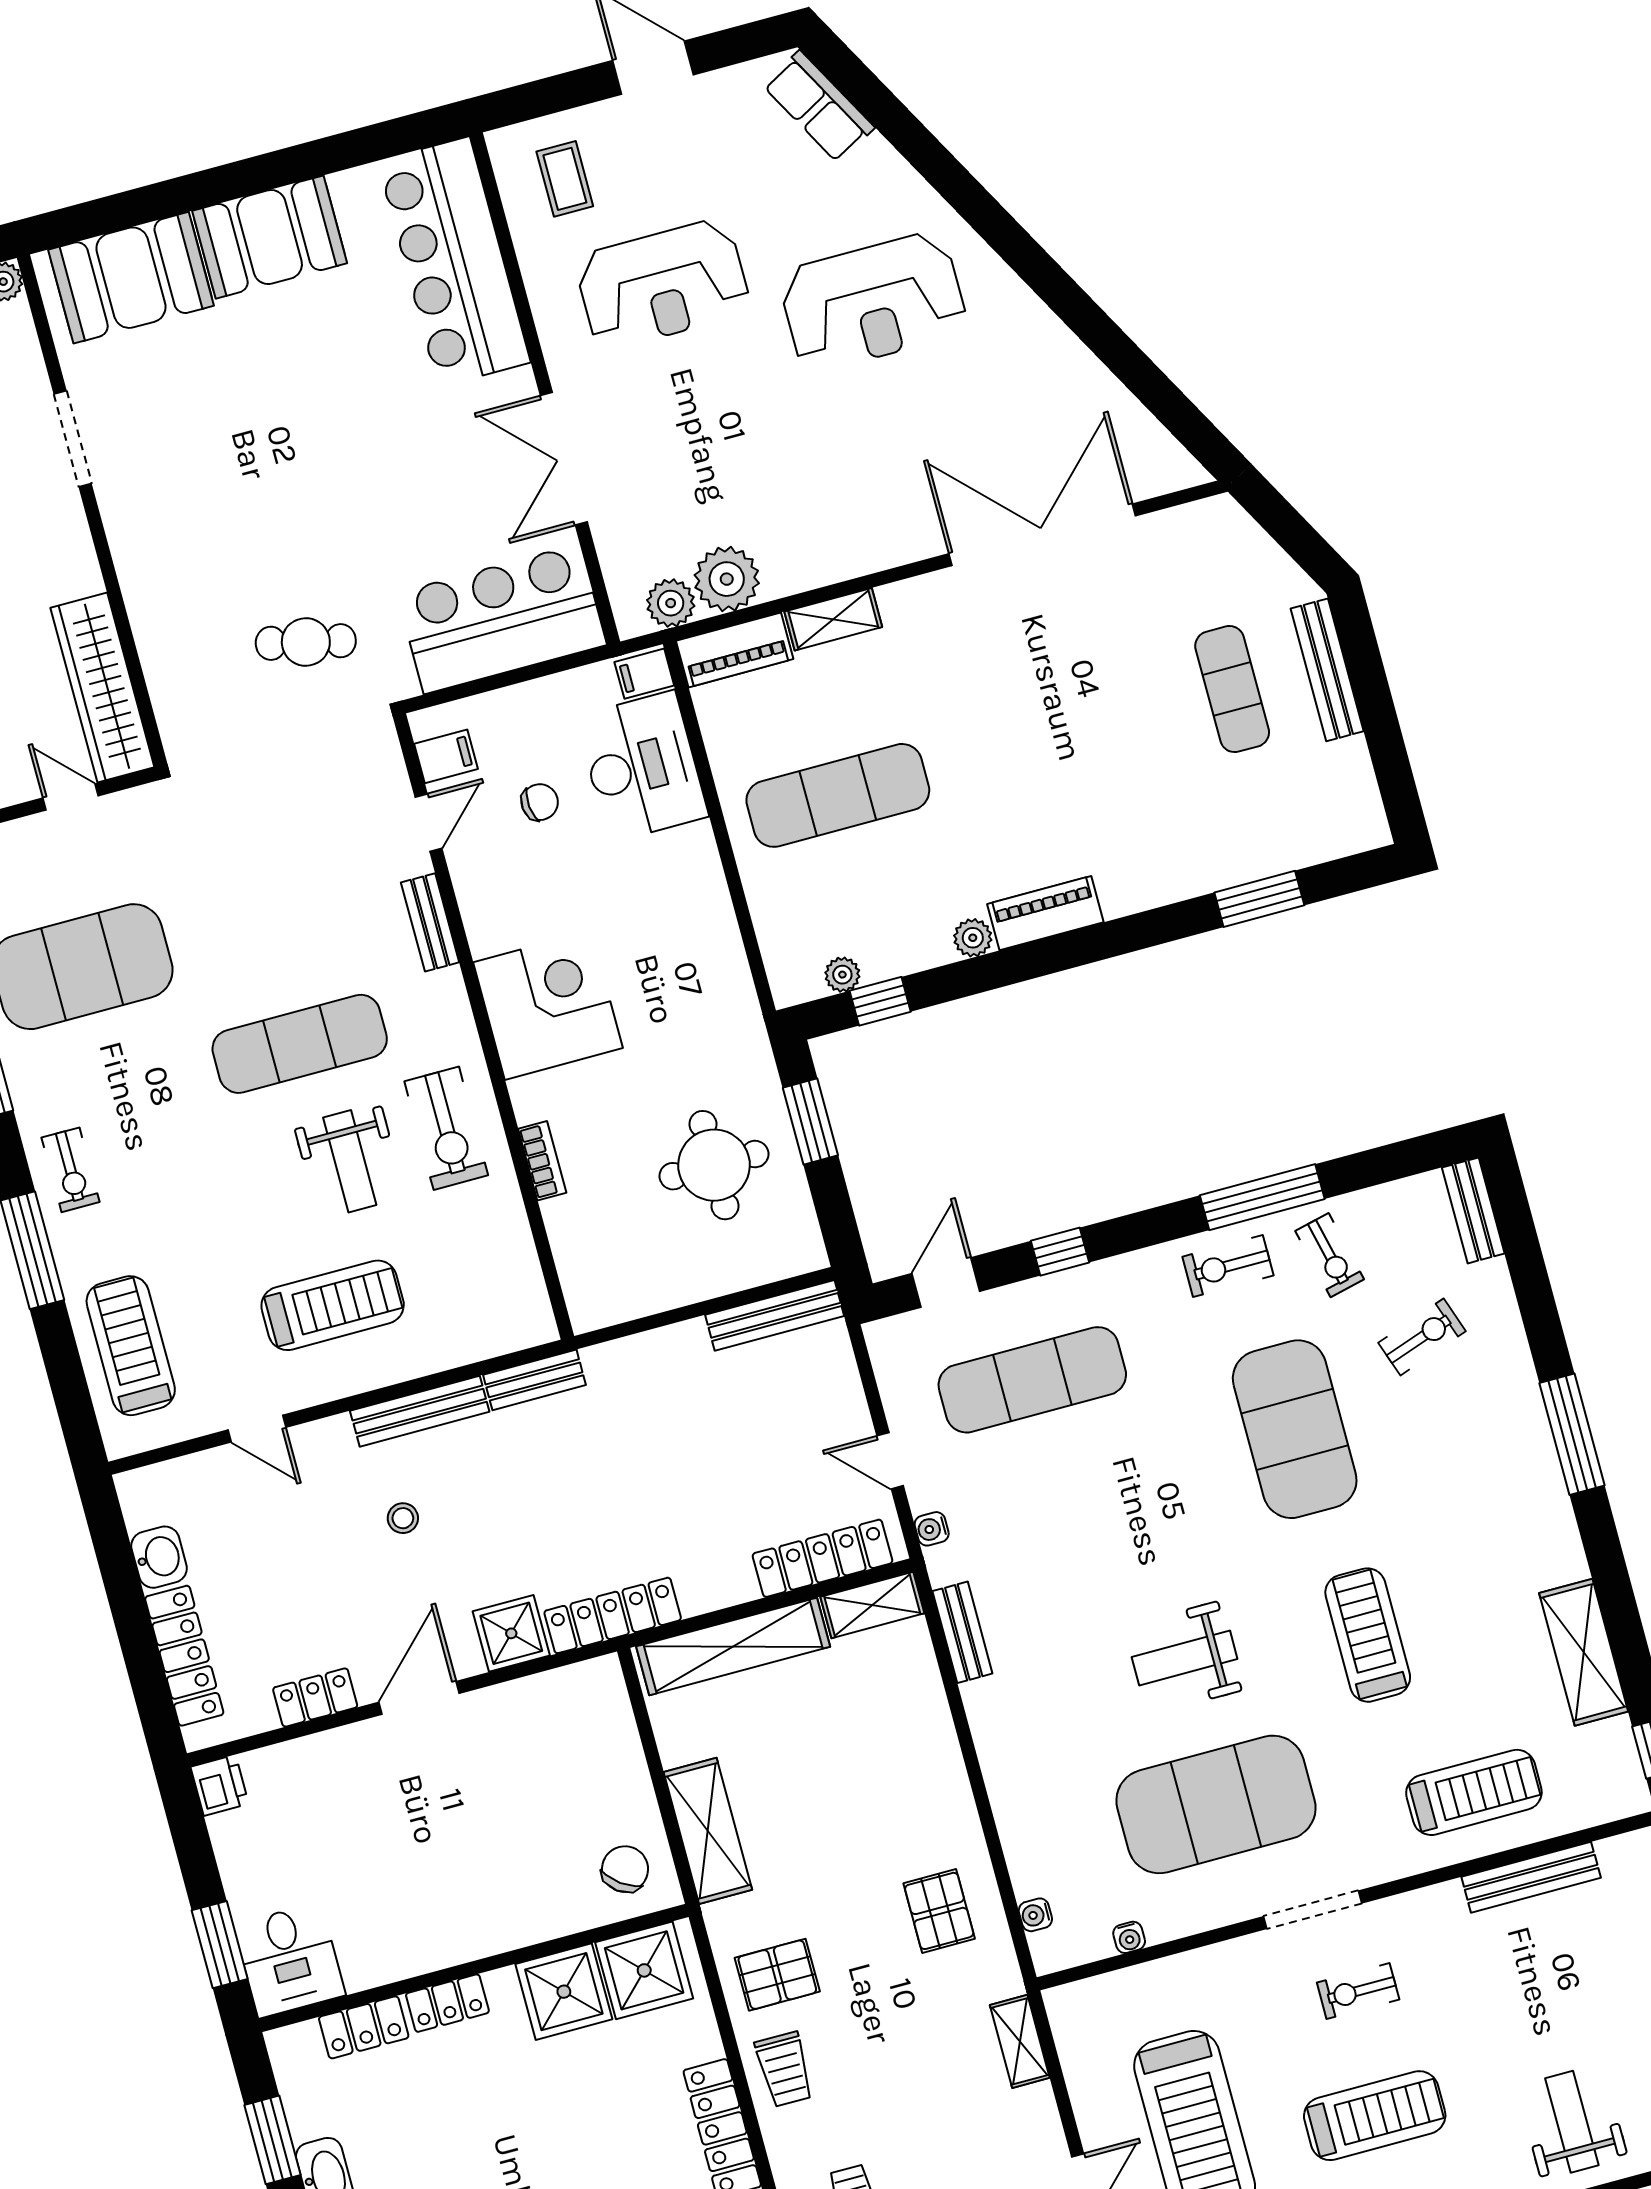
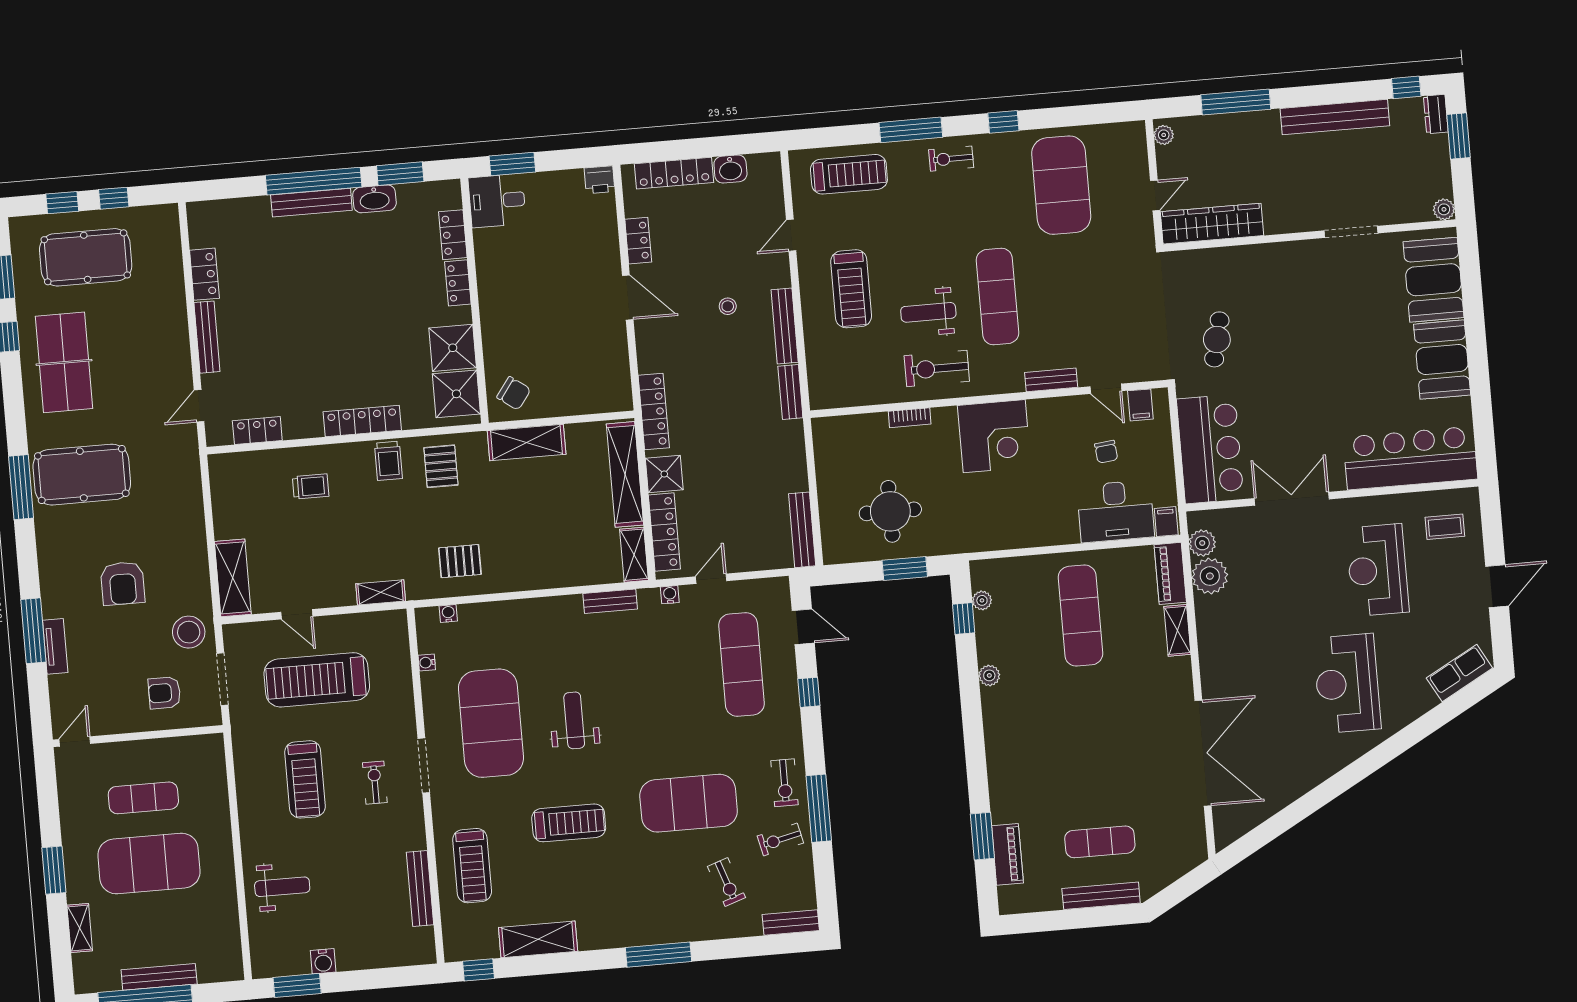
piano: (1045, 913) -> (1007, 854), moved
exercise bike: (1228, 1266) -> (784, 783), turned 180
shower: (511, 1633) -> (664, 474), moved
trolley: (784, 2069) -> (388, 461), turned -90

